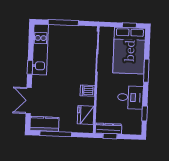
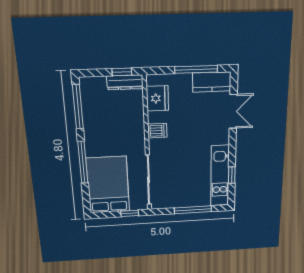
window: (129, 25) -> (130, 213), moved
window: (30, 67) -> (232, 175), moved
window: (146, 71) -> (83, 162), width x1.44
desk: (130, 97) -> (100, 127), removed
window: (145, 113) -> (78, 107), width x2.17

